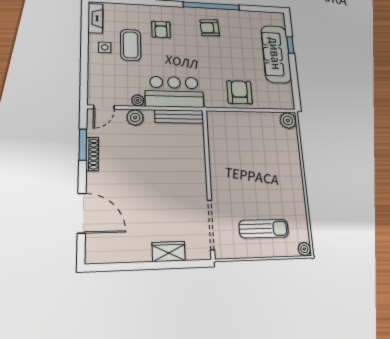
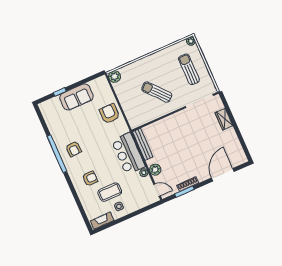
sofa: (276, 54) -> (76, 97), width x0.73
armchair: (239, 92) -> (110, 114), turned 90
sun lounger: (247, 168) -> (157, 92), added

